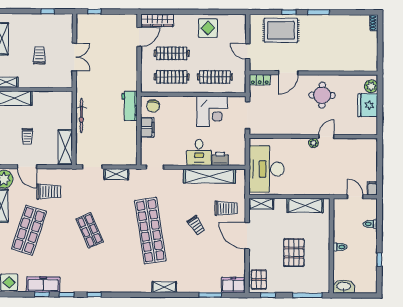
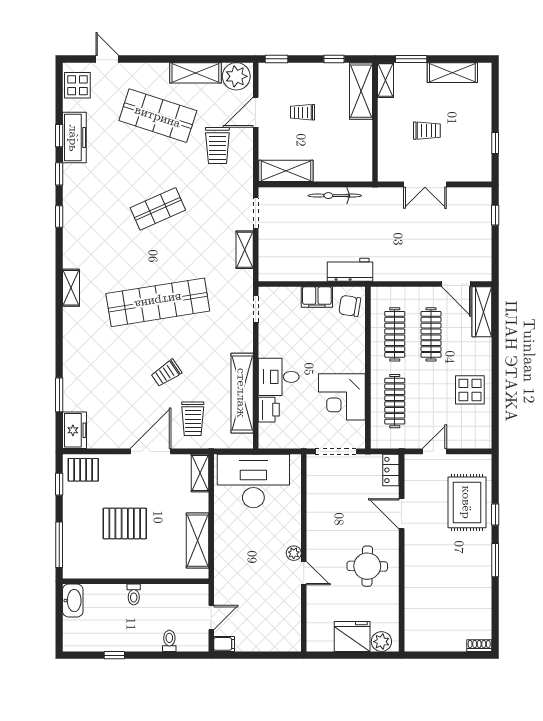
shelving: (164, 287) -> (71, 288), moved

